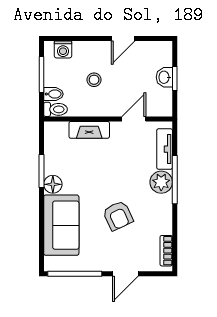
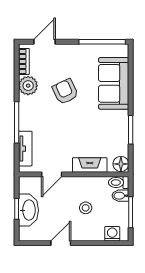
washbasin: (164, 77) -> (28, 210), width x1.91, depth x1.45
plant: (161, 182) -> (28, 86), moved
floor lamp: (53, 184) -> (121, 164), moved
door: (125, 274) -> (45, 42), moved

